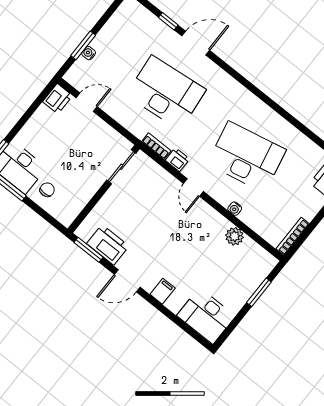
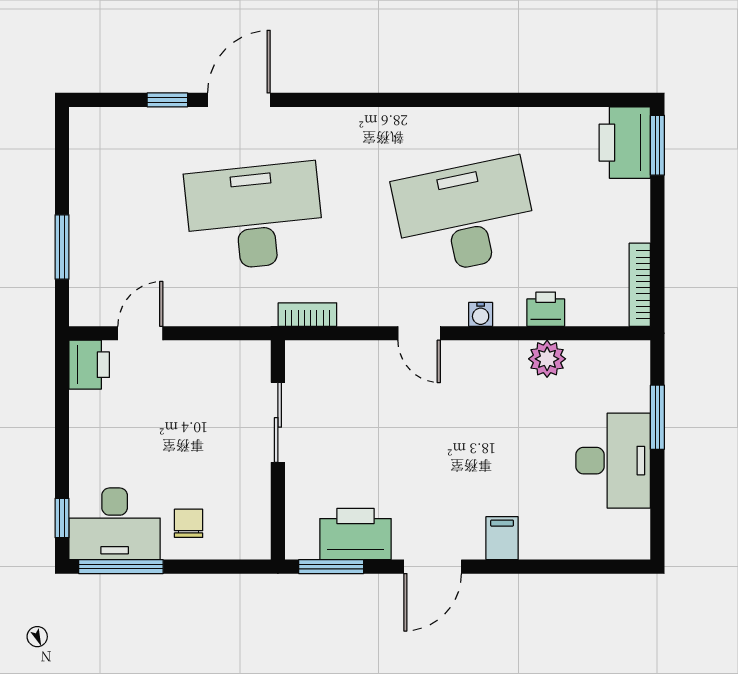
water cooler: (89, 53) -> (81, 252), removed
printer: (177, 160) -> (546, 309), moved
sliding door: (121, 167) -> (278, 422), moved
water cooler: (235, 209) -> (481, 314), moved
desk: (206, 316) -> (613, 461), moved, turned -90

